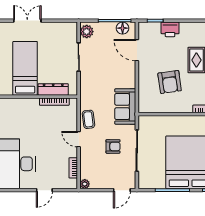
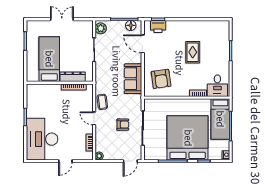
double door: (27, 21) -> (62, 19), moved
printer: (170, 29) -> (158, 27), moved
armchair: (170, 82) -> (161, 79), moved
sofa: (125, 106) -> (133, 79), moved

